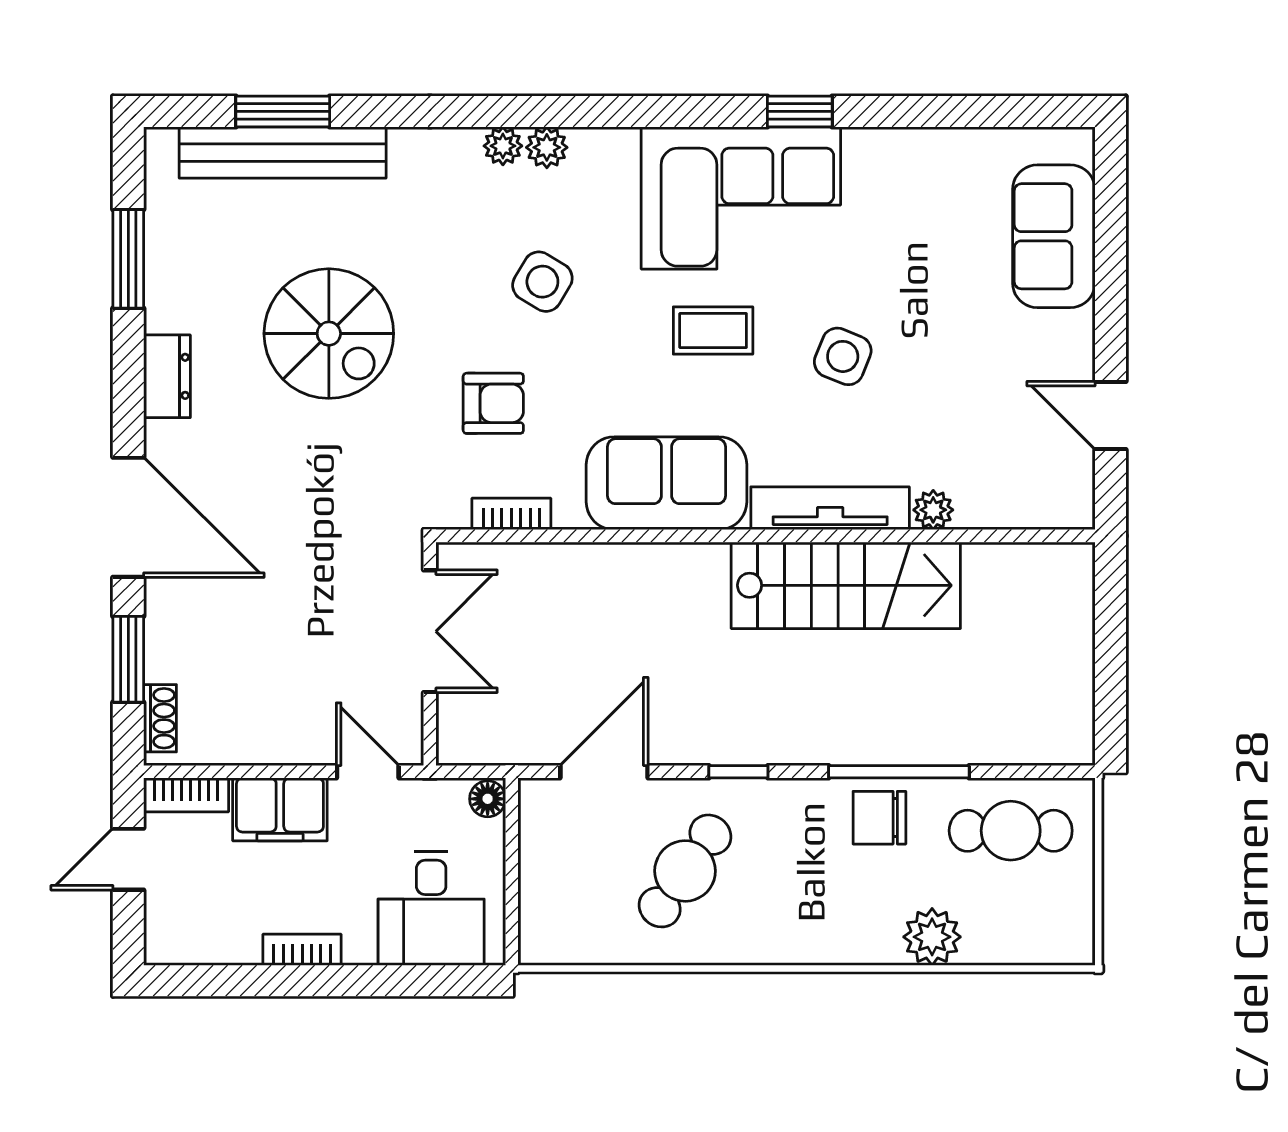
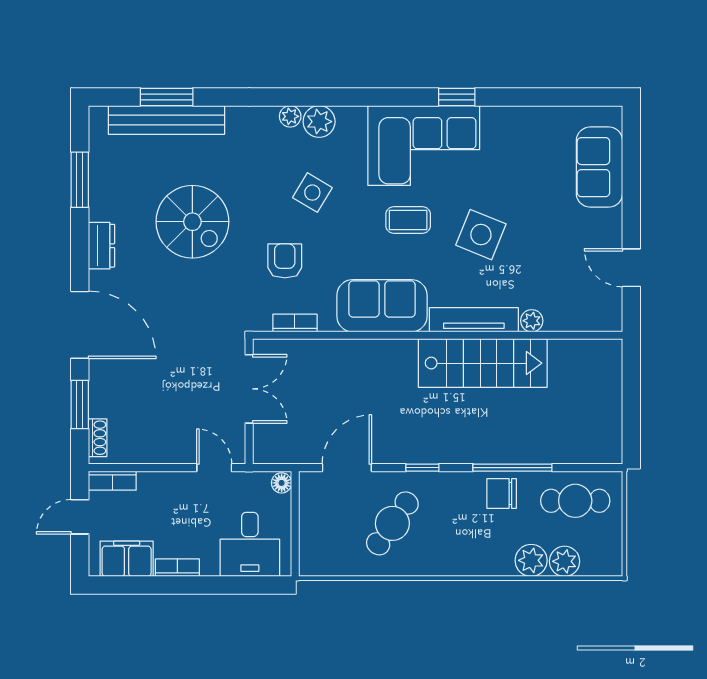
plant: (547, 147) -> (319, 122), width x1.38, depth x1.38
side table: (843, 356) -> (481, 235), width x1.37, depth x1.37
armchair: (493, 403) -> (285, 261), turned -90
filing cabinet: (280, 809) -> (127, 559), moved, turned 180
plant: (992, 938) -> (565, 561), added

